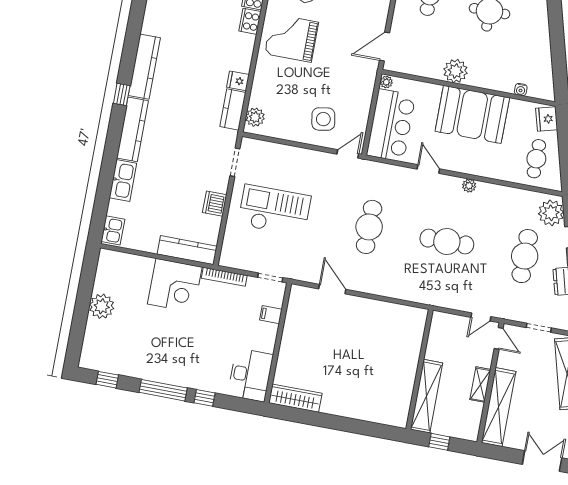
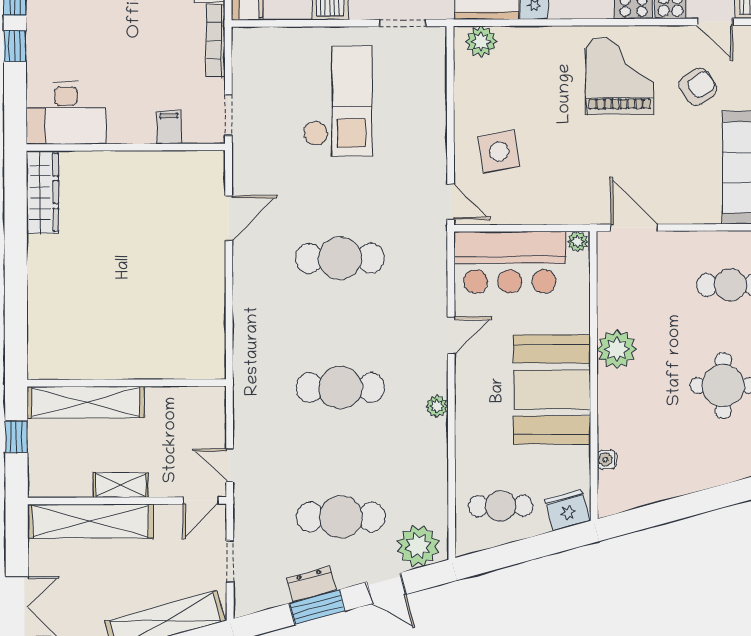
cafe table: (447, 241) -> (340, 388), turned 90

